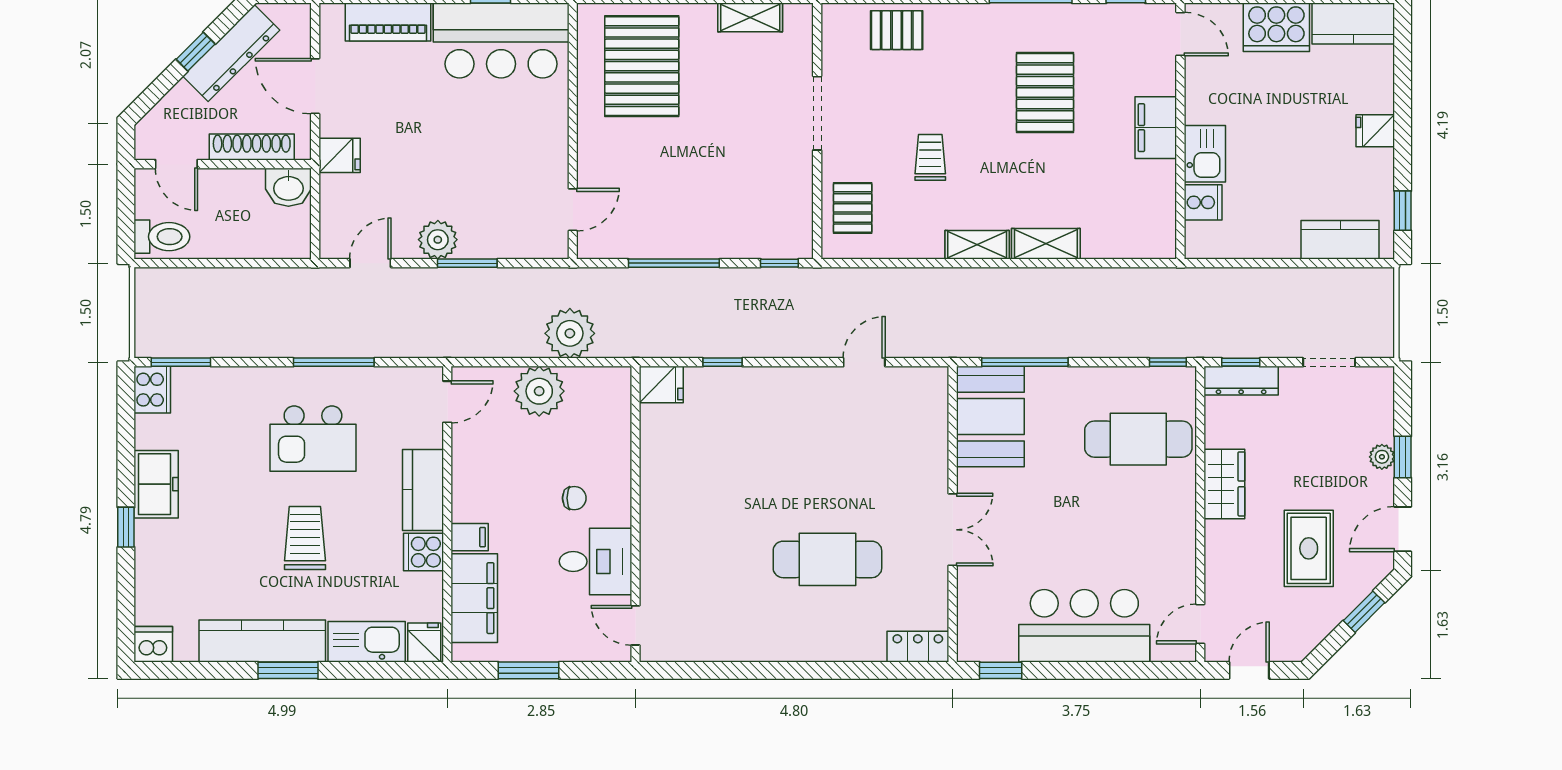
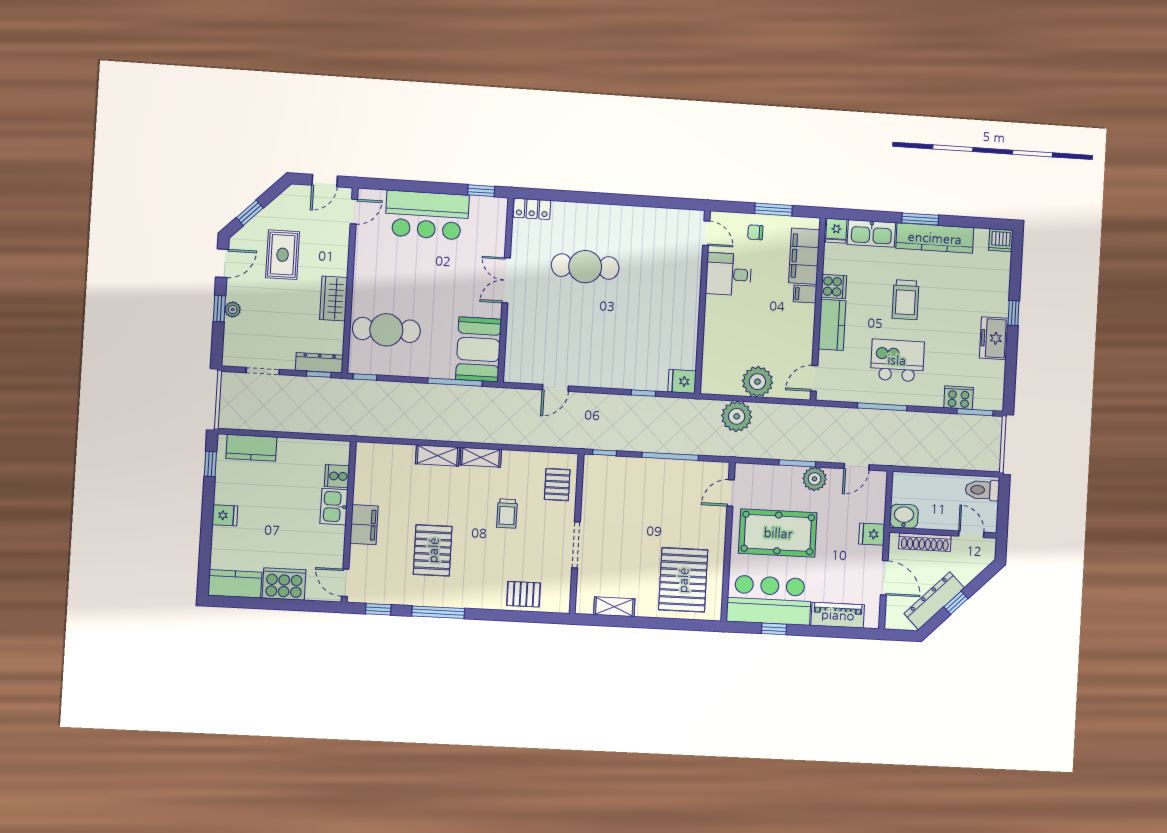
pool table: (493, 149) -> (778, 533), added
cooker: (152, 390) -> (959, 398), moved, turned 90
chair: (574, 498) -> (755, 232), moved

